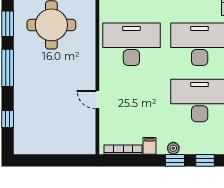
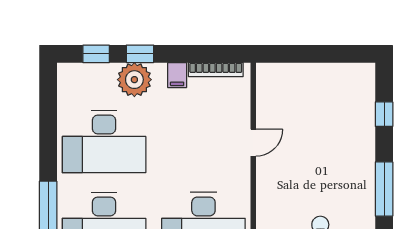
door: (97, 100) -> (253, 143), hinge flipped
plant: (173, 148) -> (134, 80), width x1.88, depth x1.88

